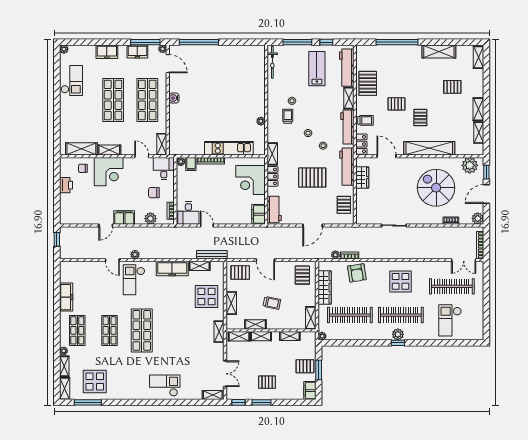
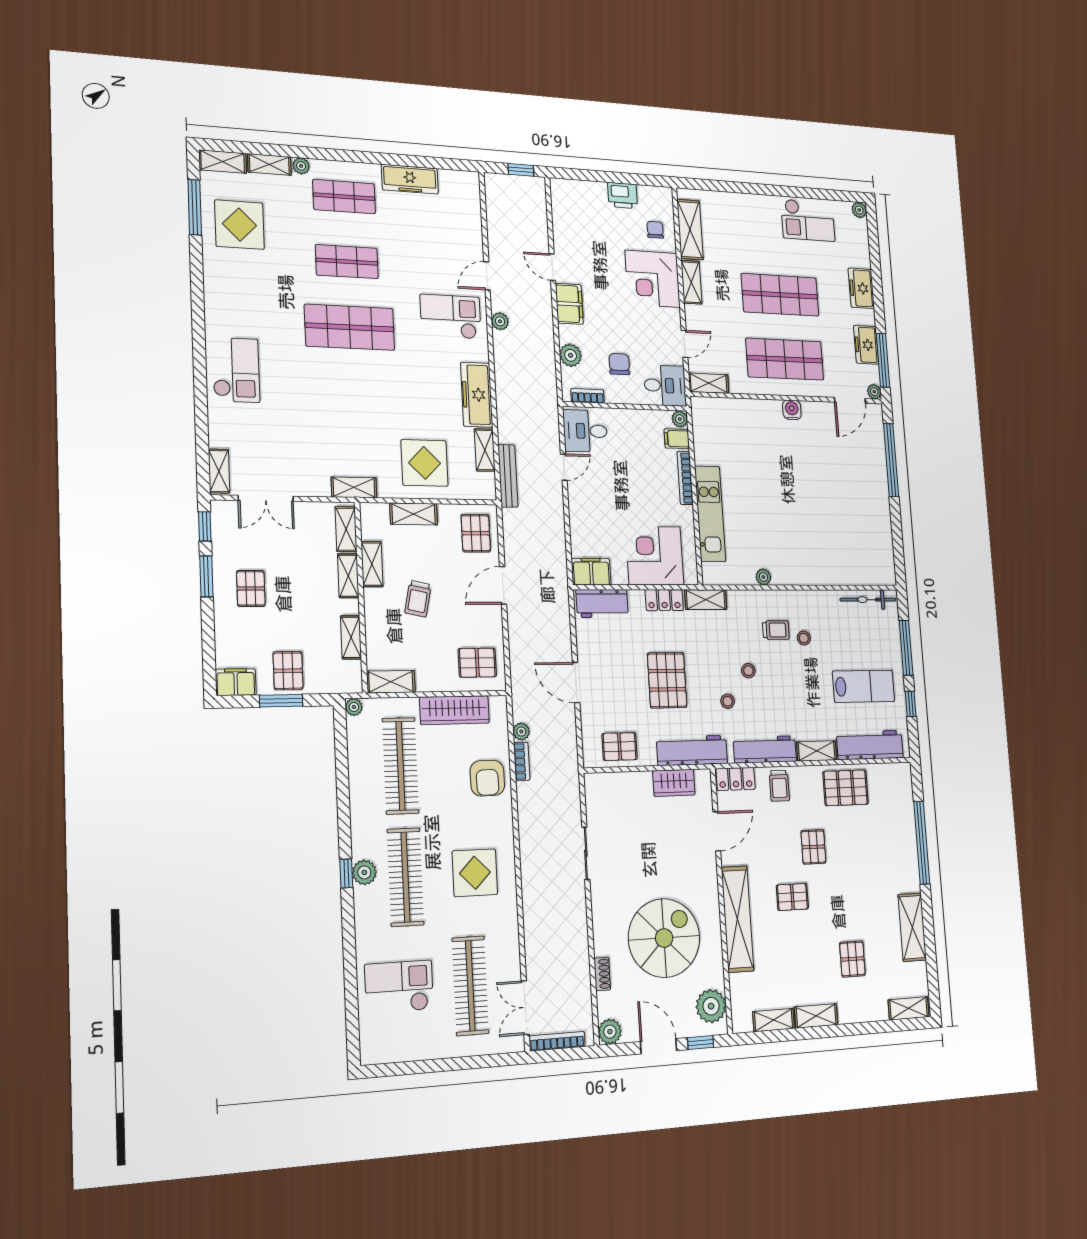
armchair: (357, 273) -> (487, 778), turned -82

